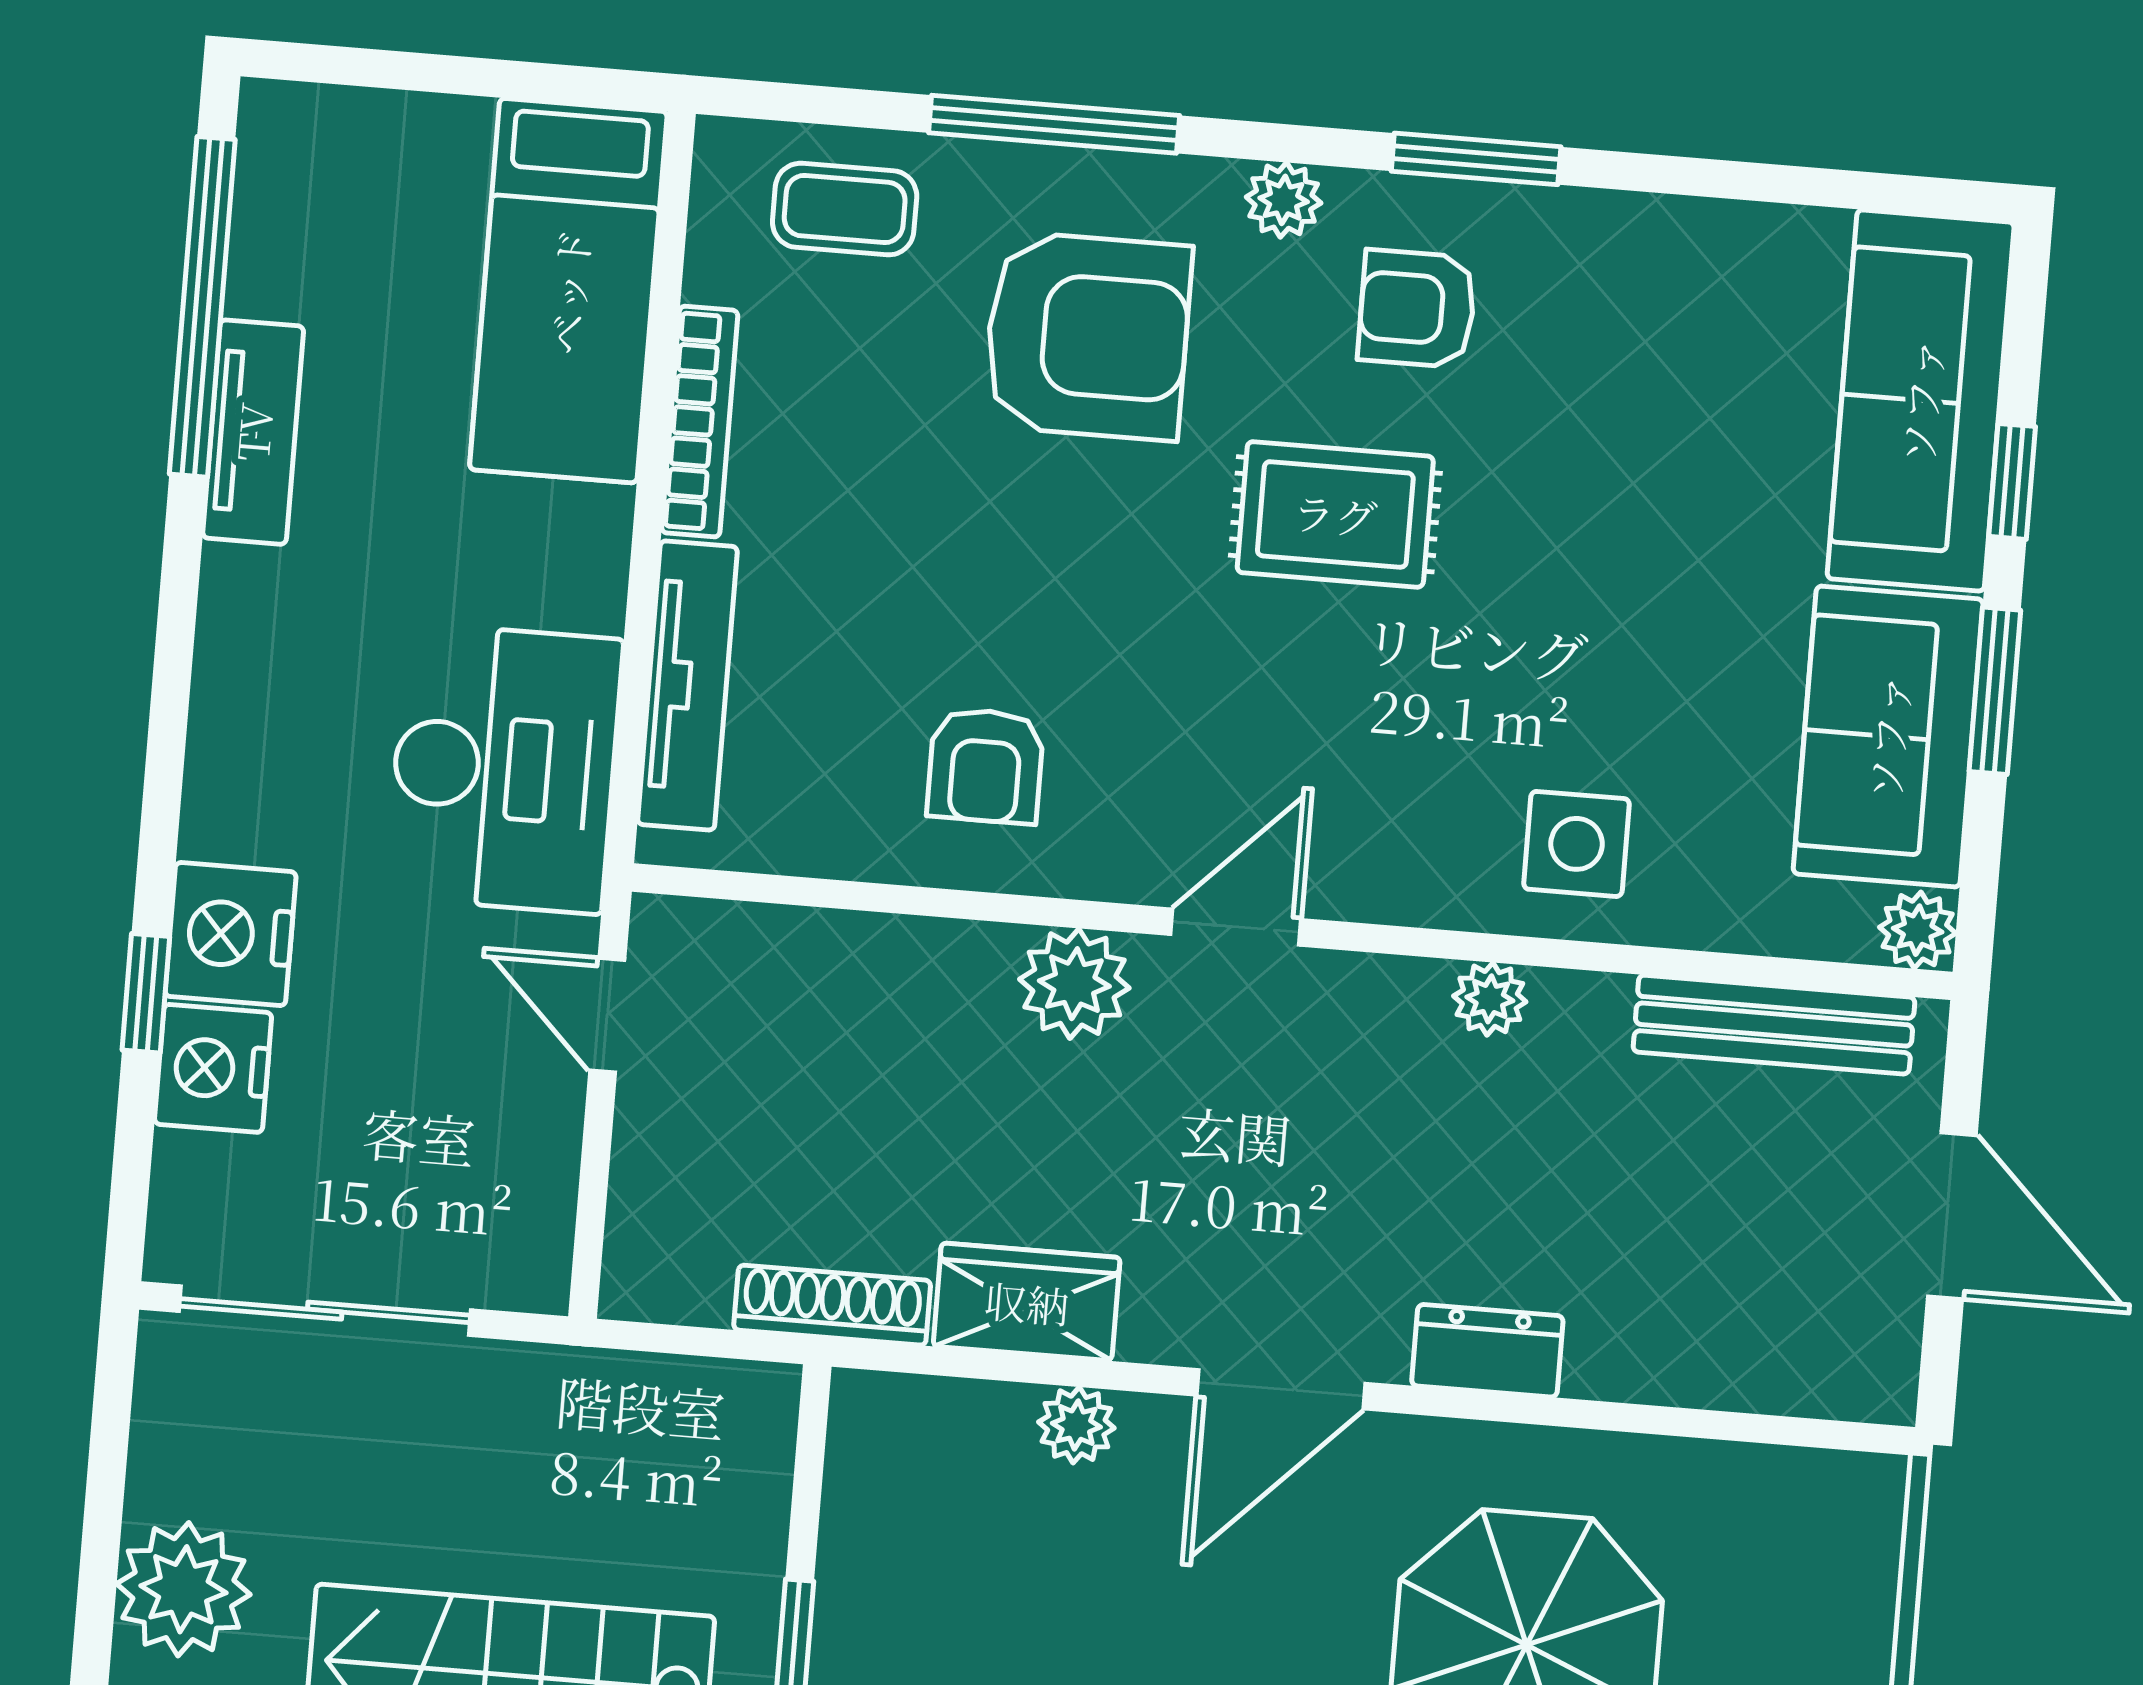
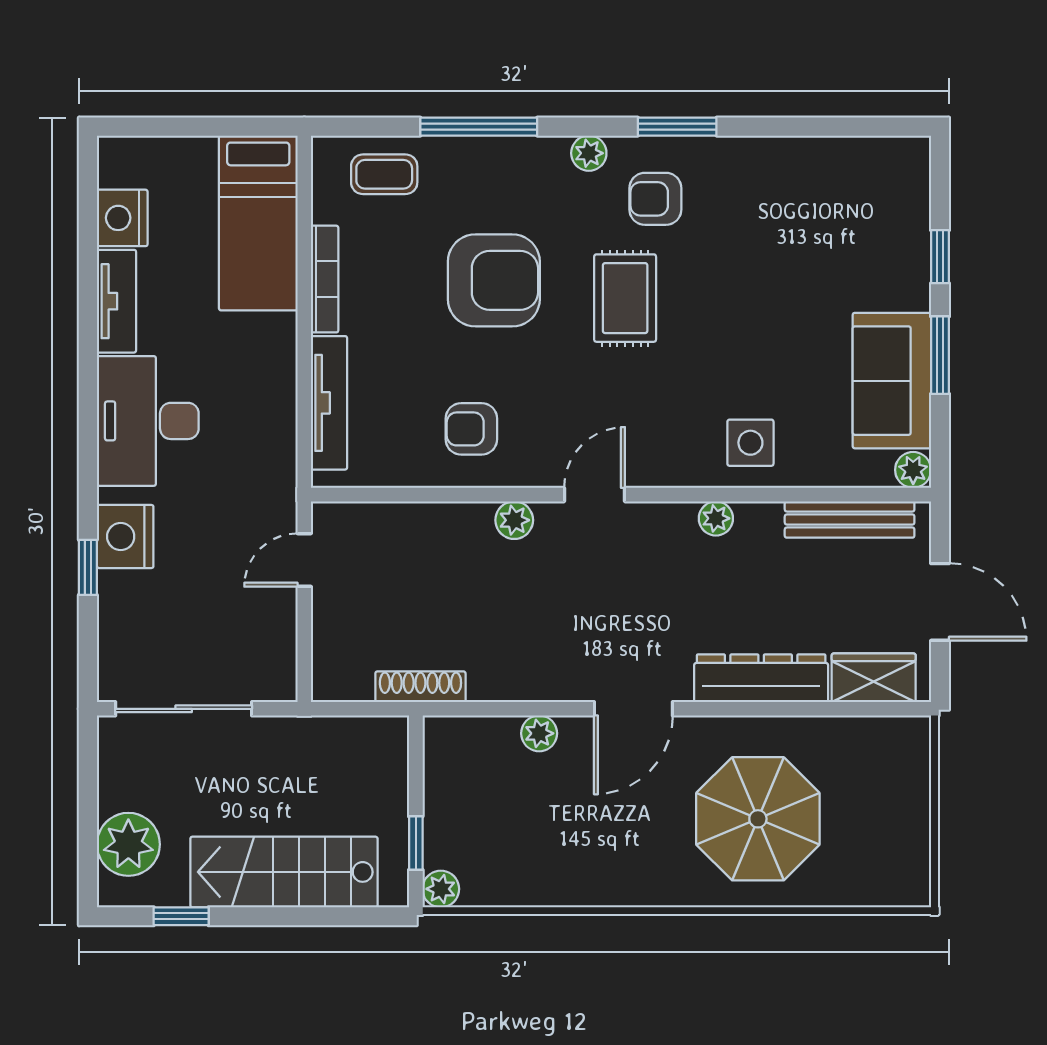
window: (202, 307) -> (88, 245), removed
armchair: (1087, 336) -> (494, 280), moved
sofa: (1921, 400) -> (894, 222), removed
rug: (1335, 514) -> (625, 298), turned 90
armchair: (985, 766) -> (471, 429), turned 90
desk: (504, 768) -> (148, 421), moved, turned 180
plant: (1074, 984) -> (514, 520), width x0.73, depth x0.73
door: (607, 1015) -> (304, 560), hinge flipped
nightstand: (213, 1068) -> (122, 218), moved
wardrobe: (1027, 1302) -> (874, 678), moved
dresser: (1487, 1351) -> (761, 678), width x1.96, depth x1.24

